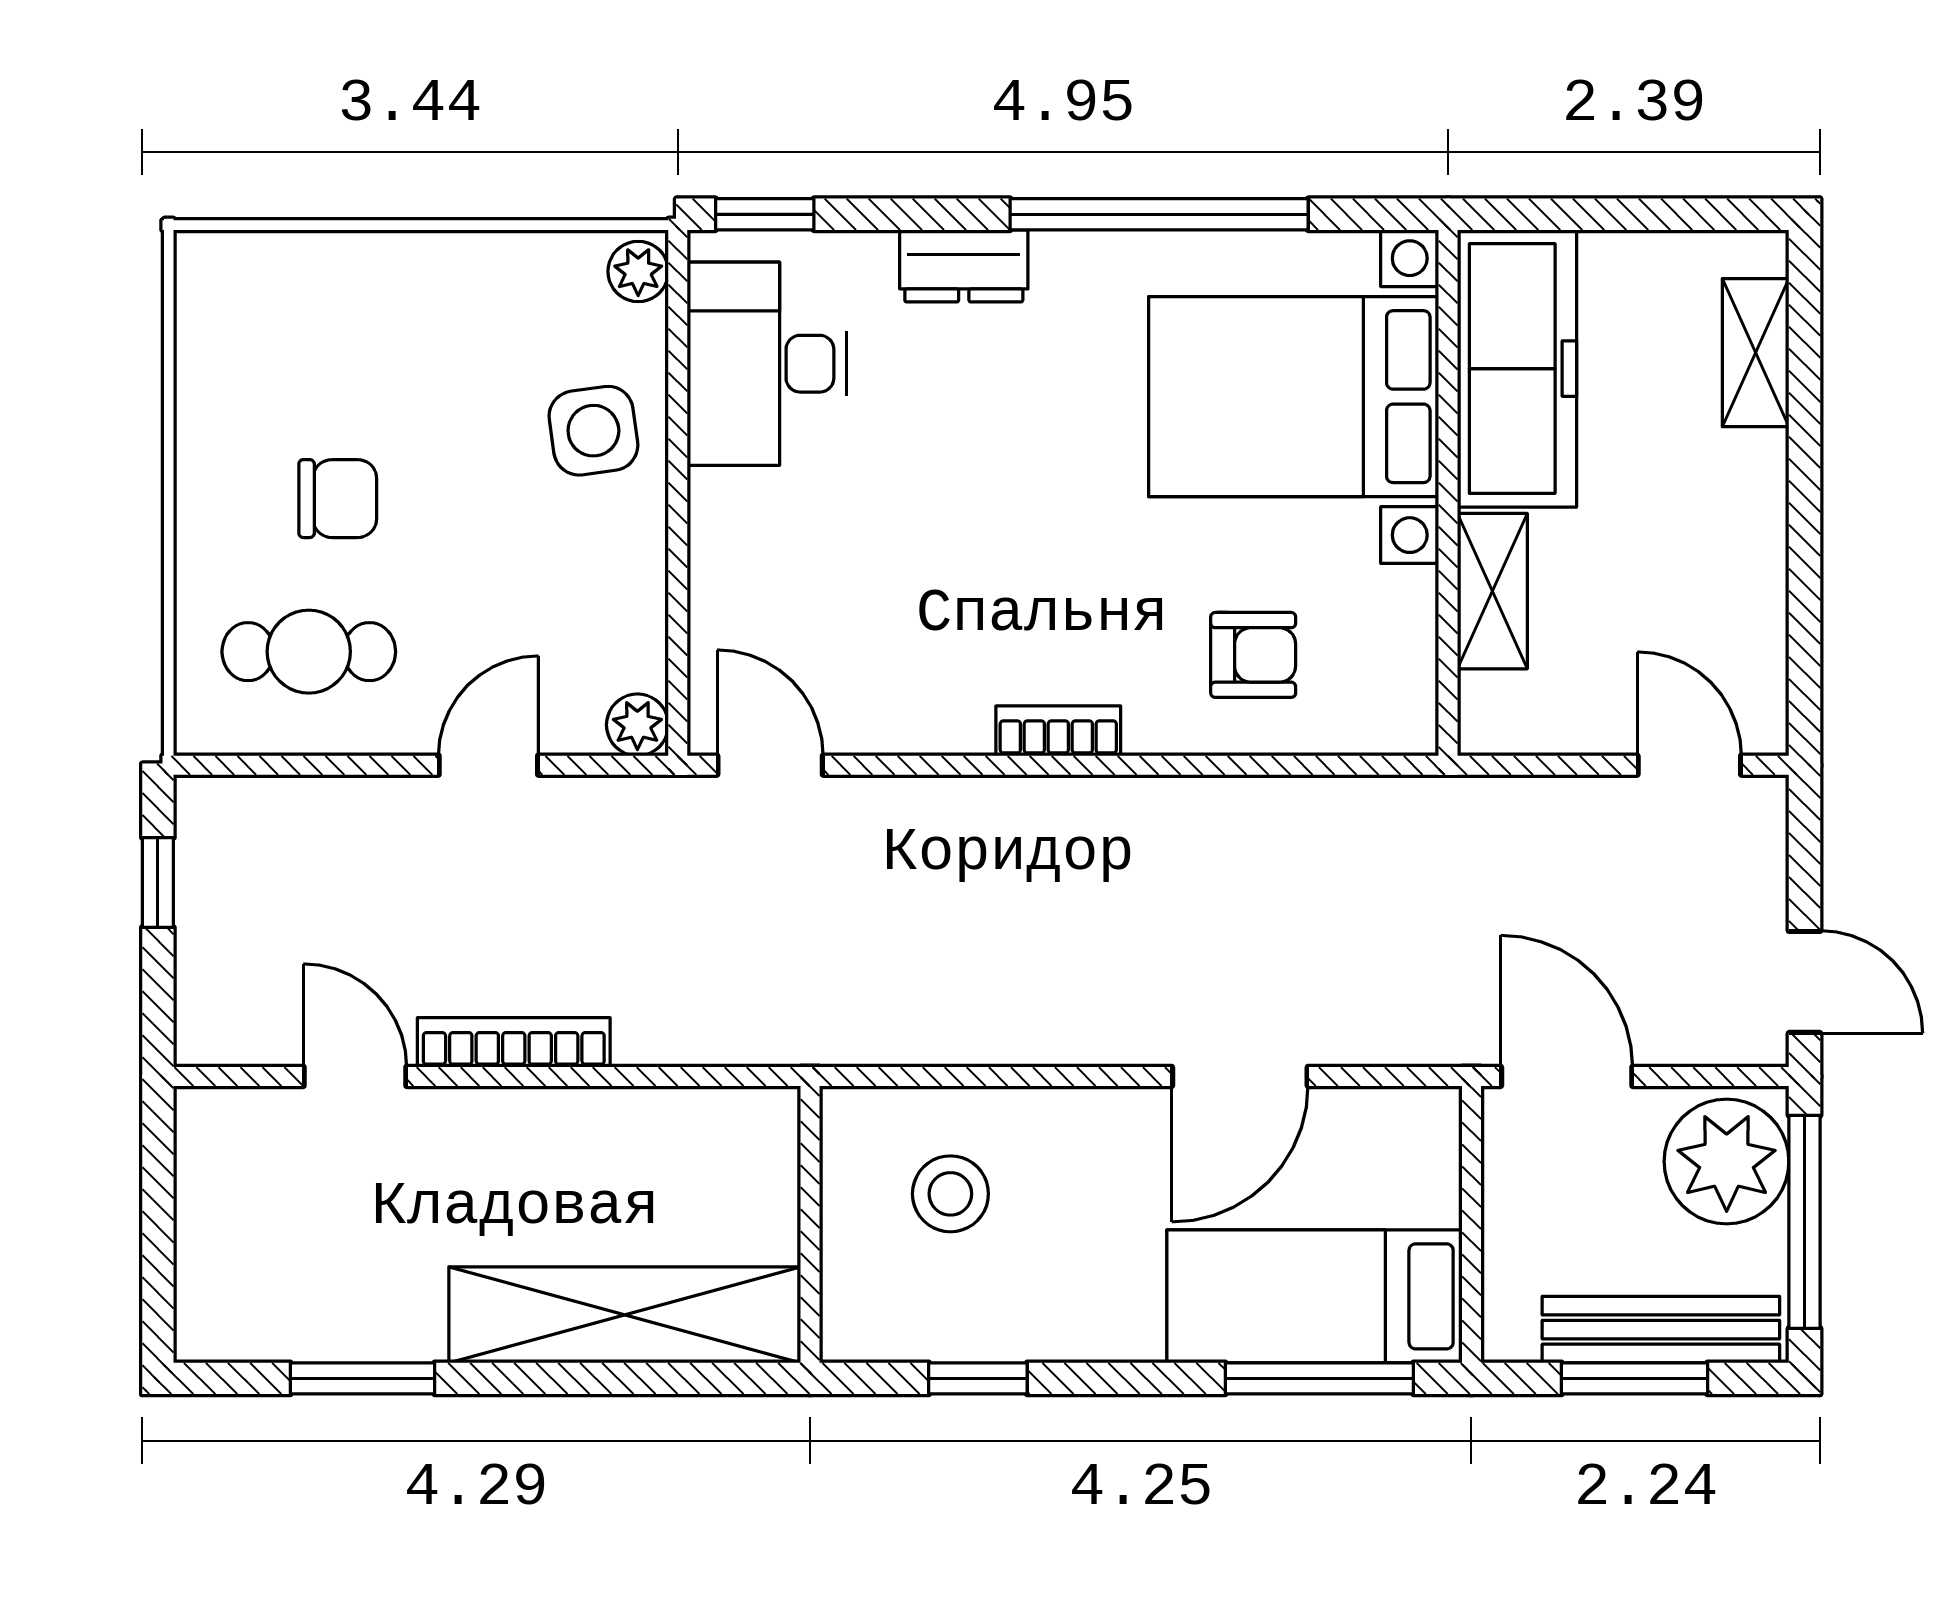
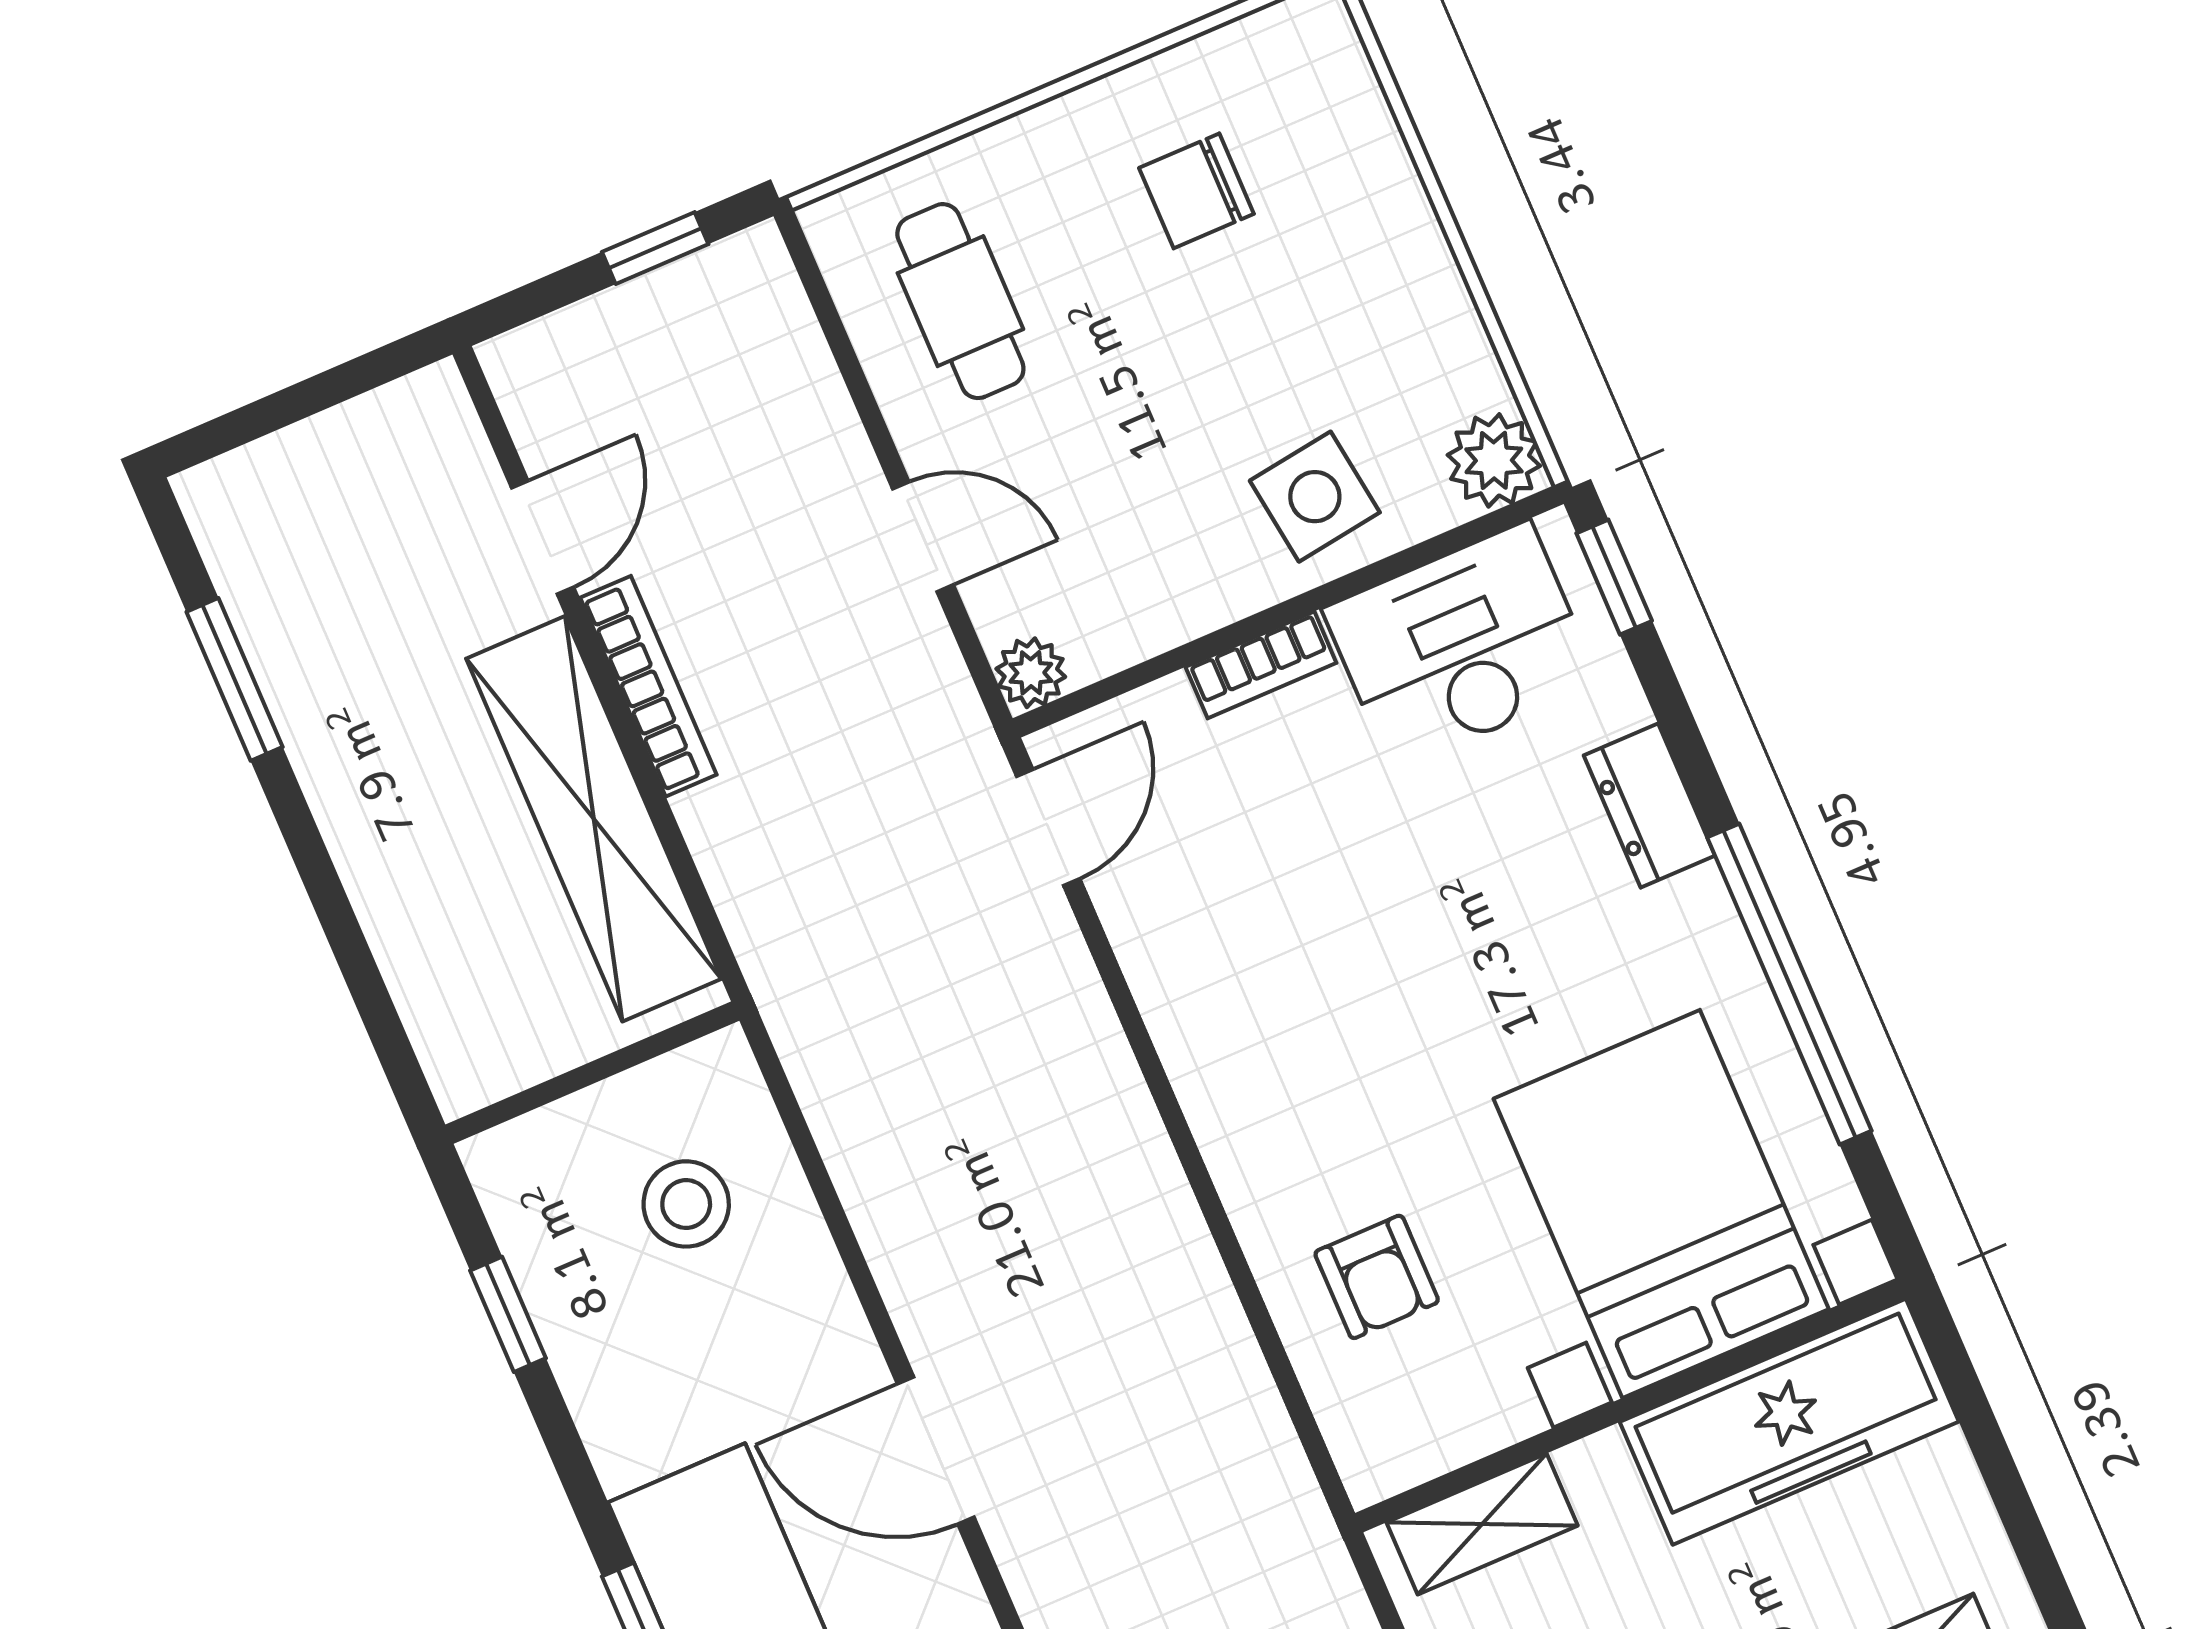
plant: (638, 271) -> (1494, 460), width x1.38, depth x1.38
chair: (338, 499) -> (1196, 191), moved, turned 90
shelving: (1492, 591) -> (1482, 1524), moved
bookcase: (1058, 731) -> (1261, 665), moved, turned 90
shelving: (625, 1315) -> (594, 819), moved

